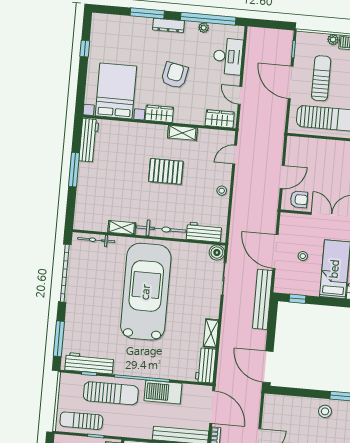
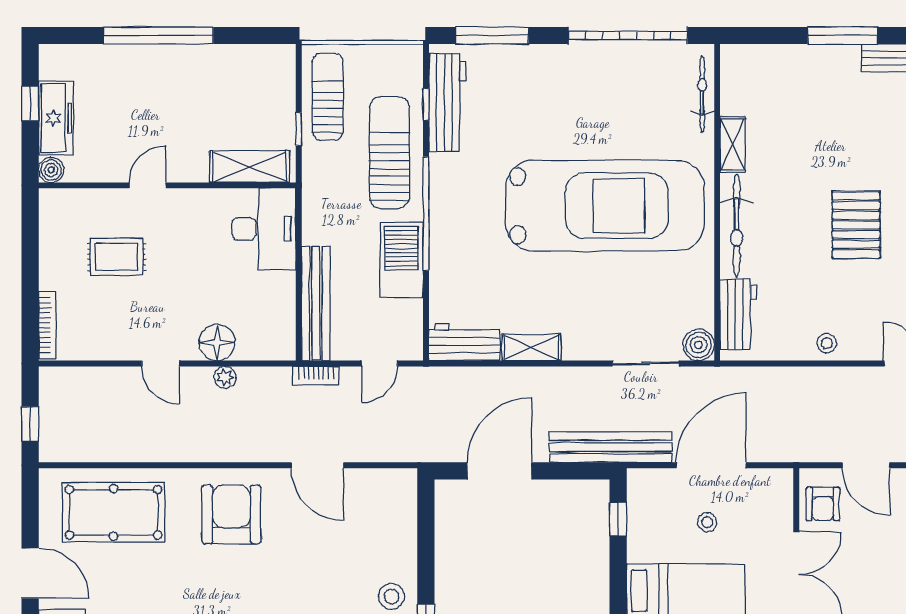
door: (268, 367) -> (499, 471), moved
sun lounger: (111, 393) -> (390, 153), turned 180
door: (212, 407) -> (380, 363), width x0.53

